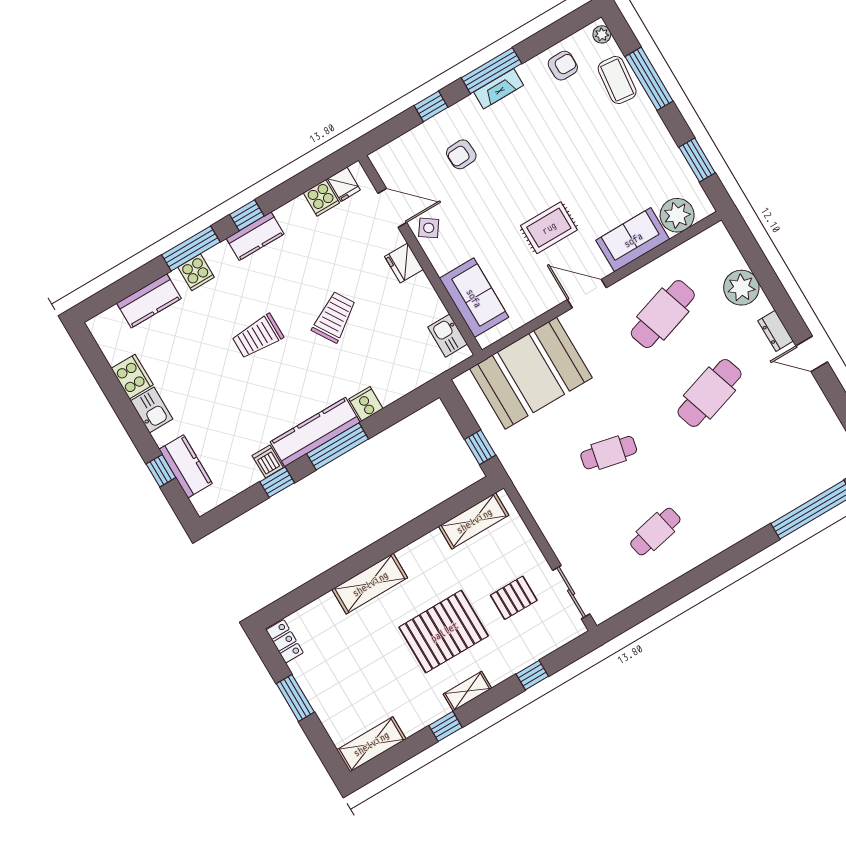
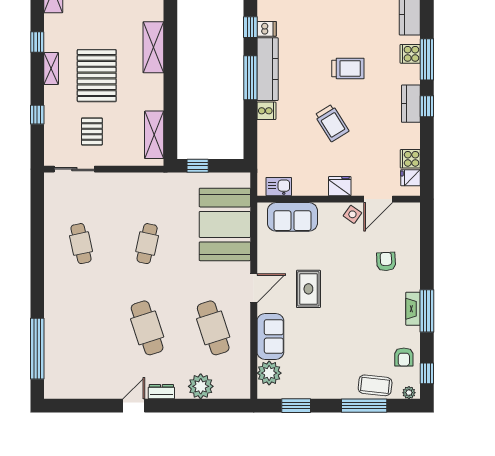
window: (431, 106) -> (427, 373), moved
trolley: (258, 336) -> (348, 68), turned 90

